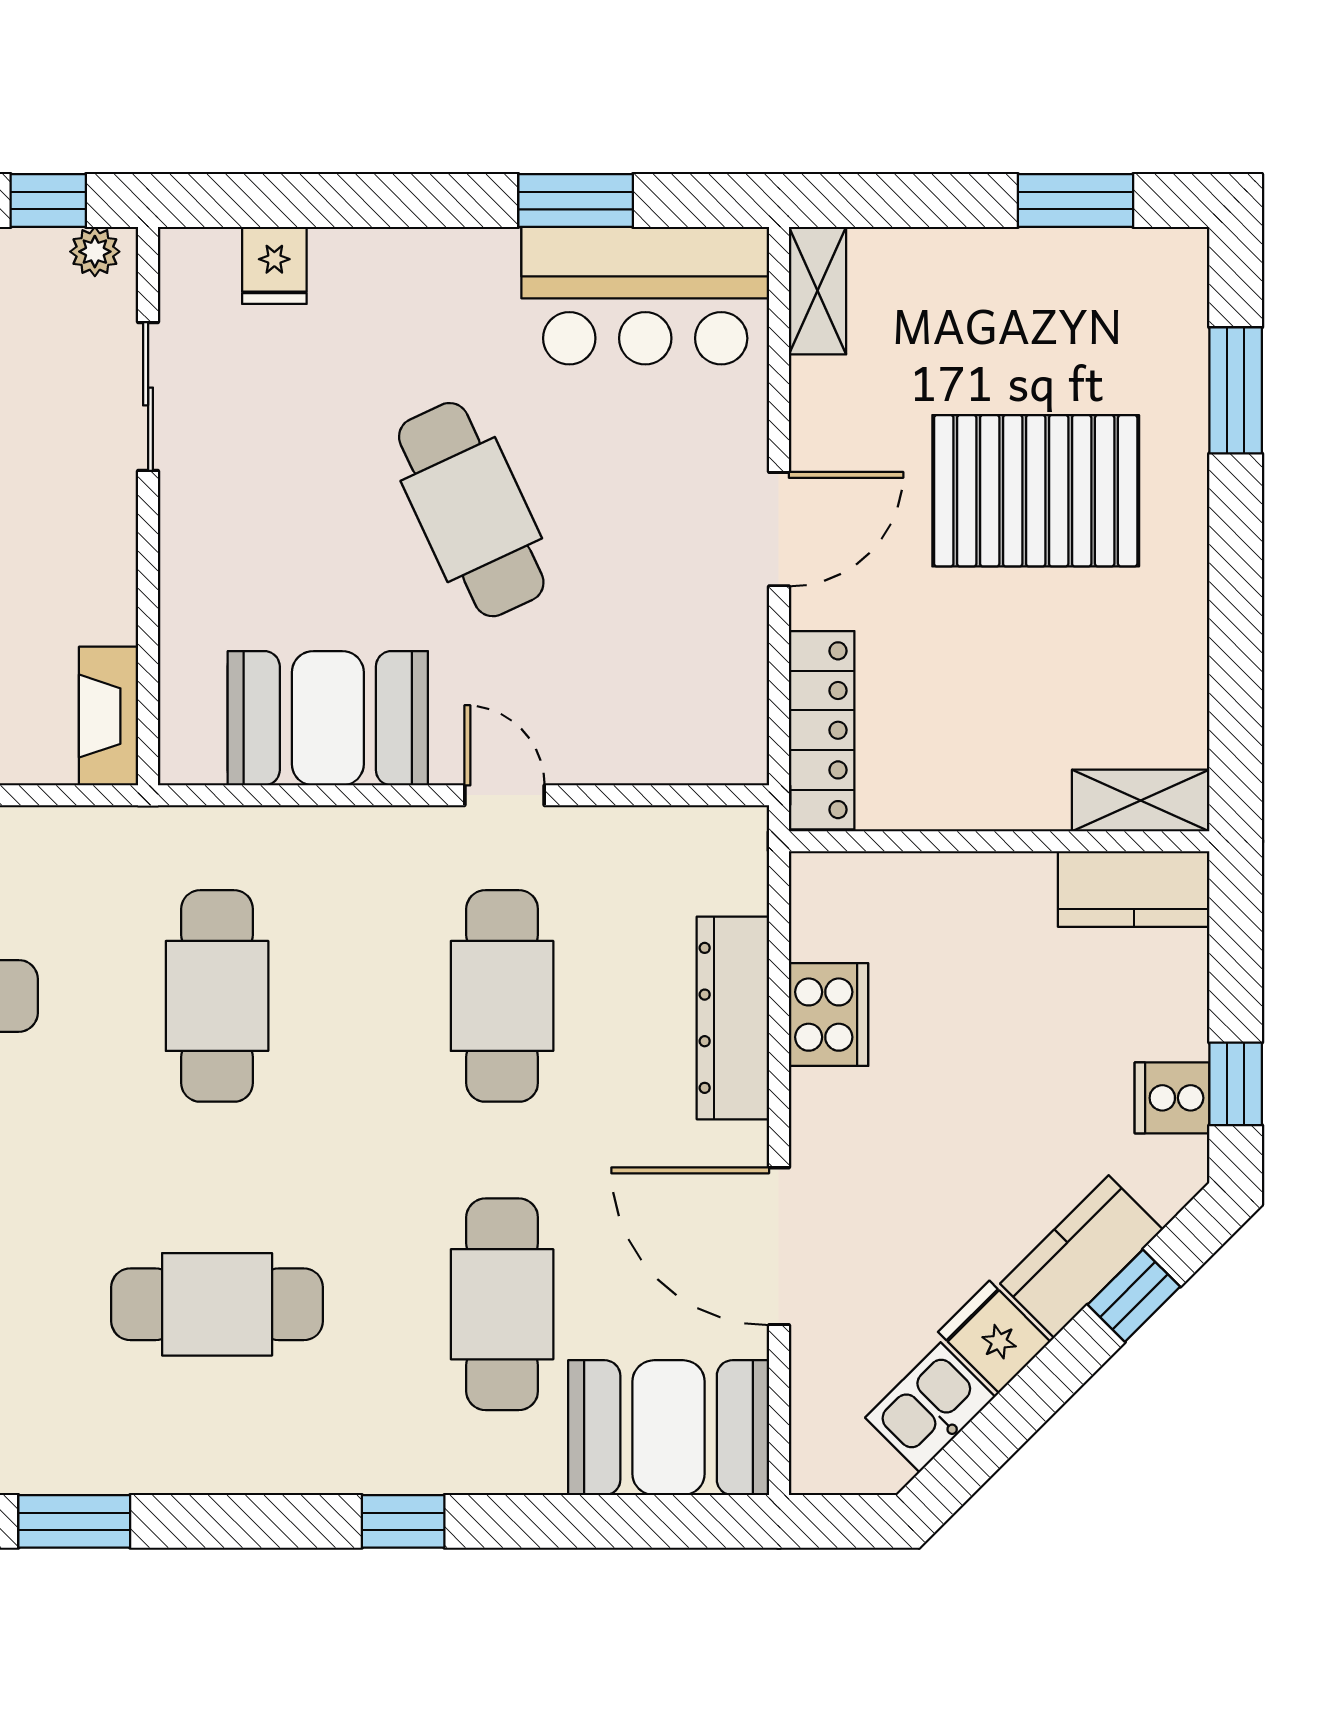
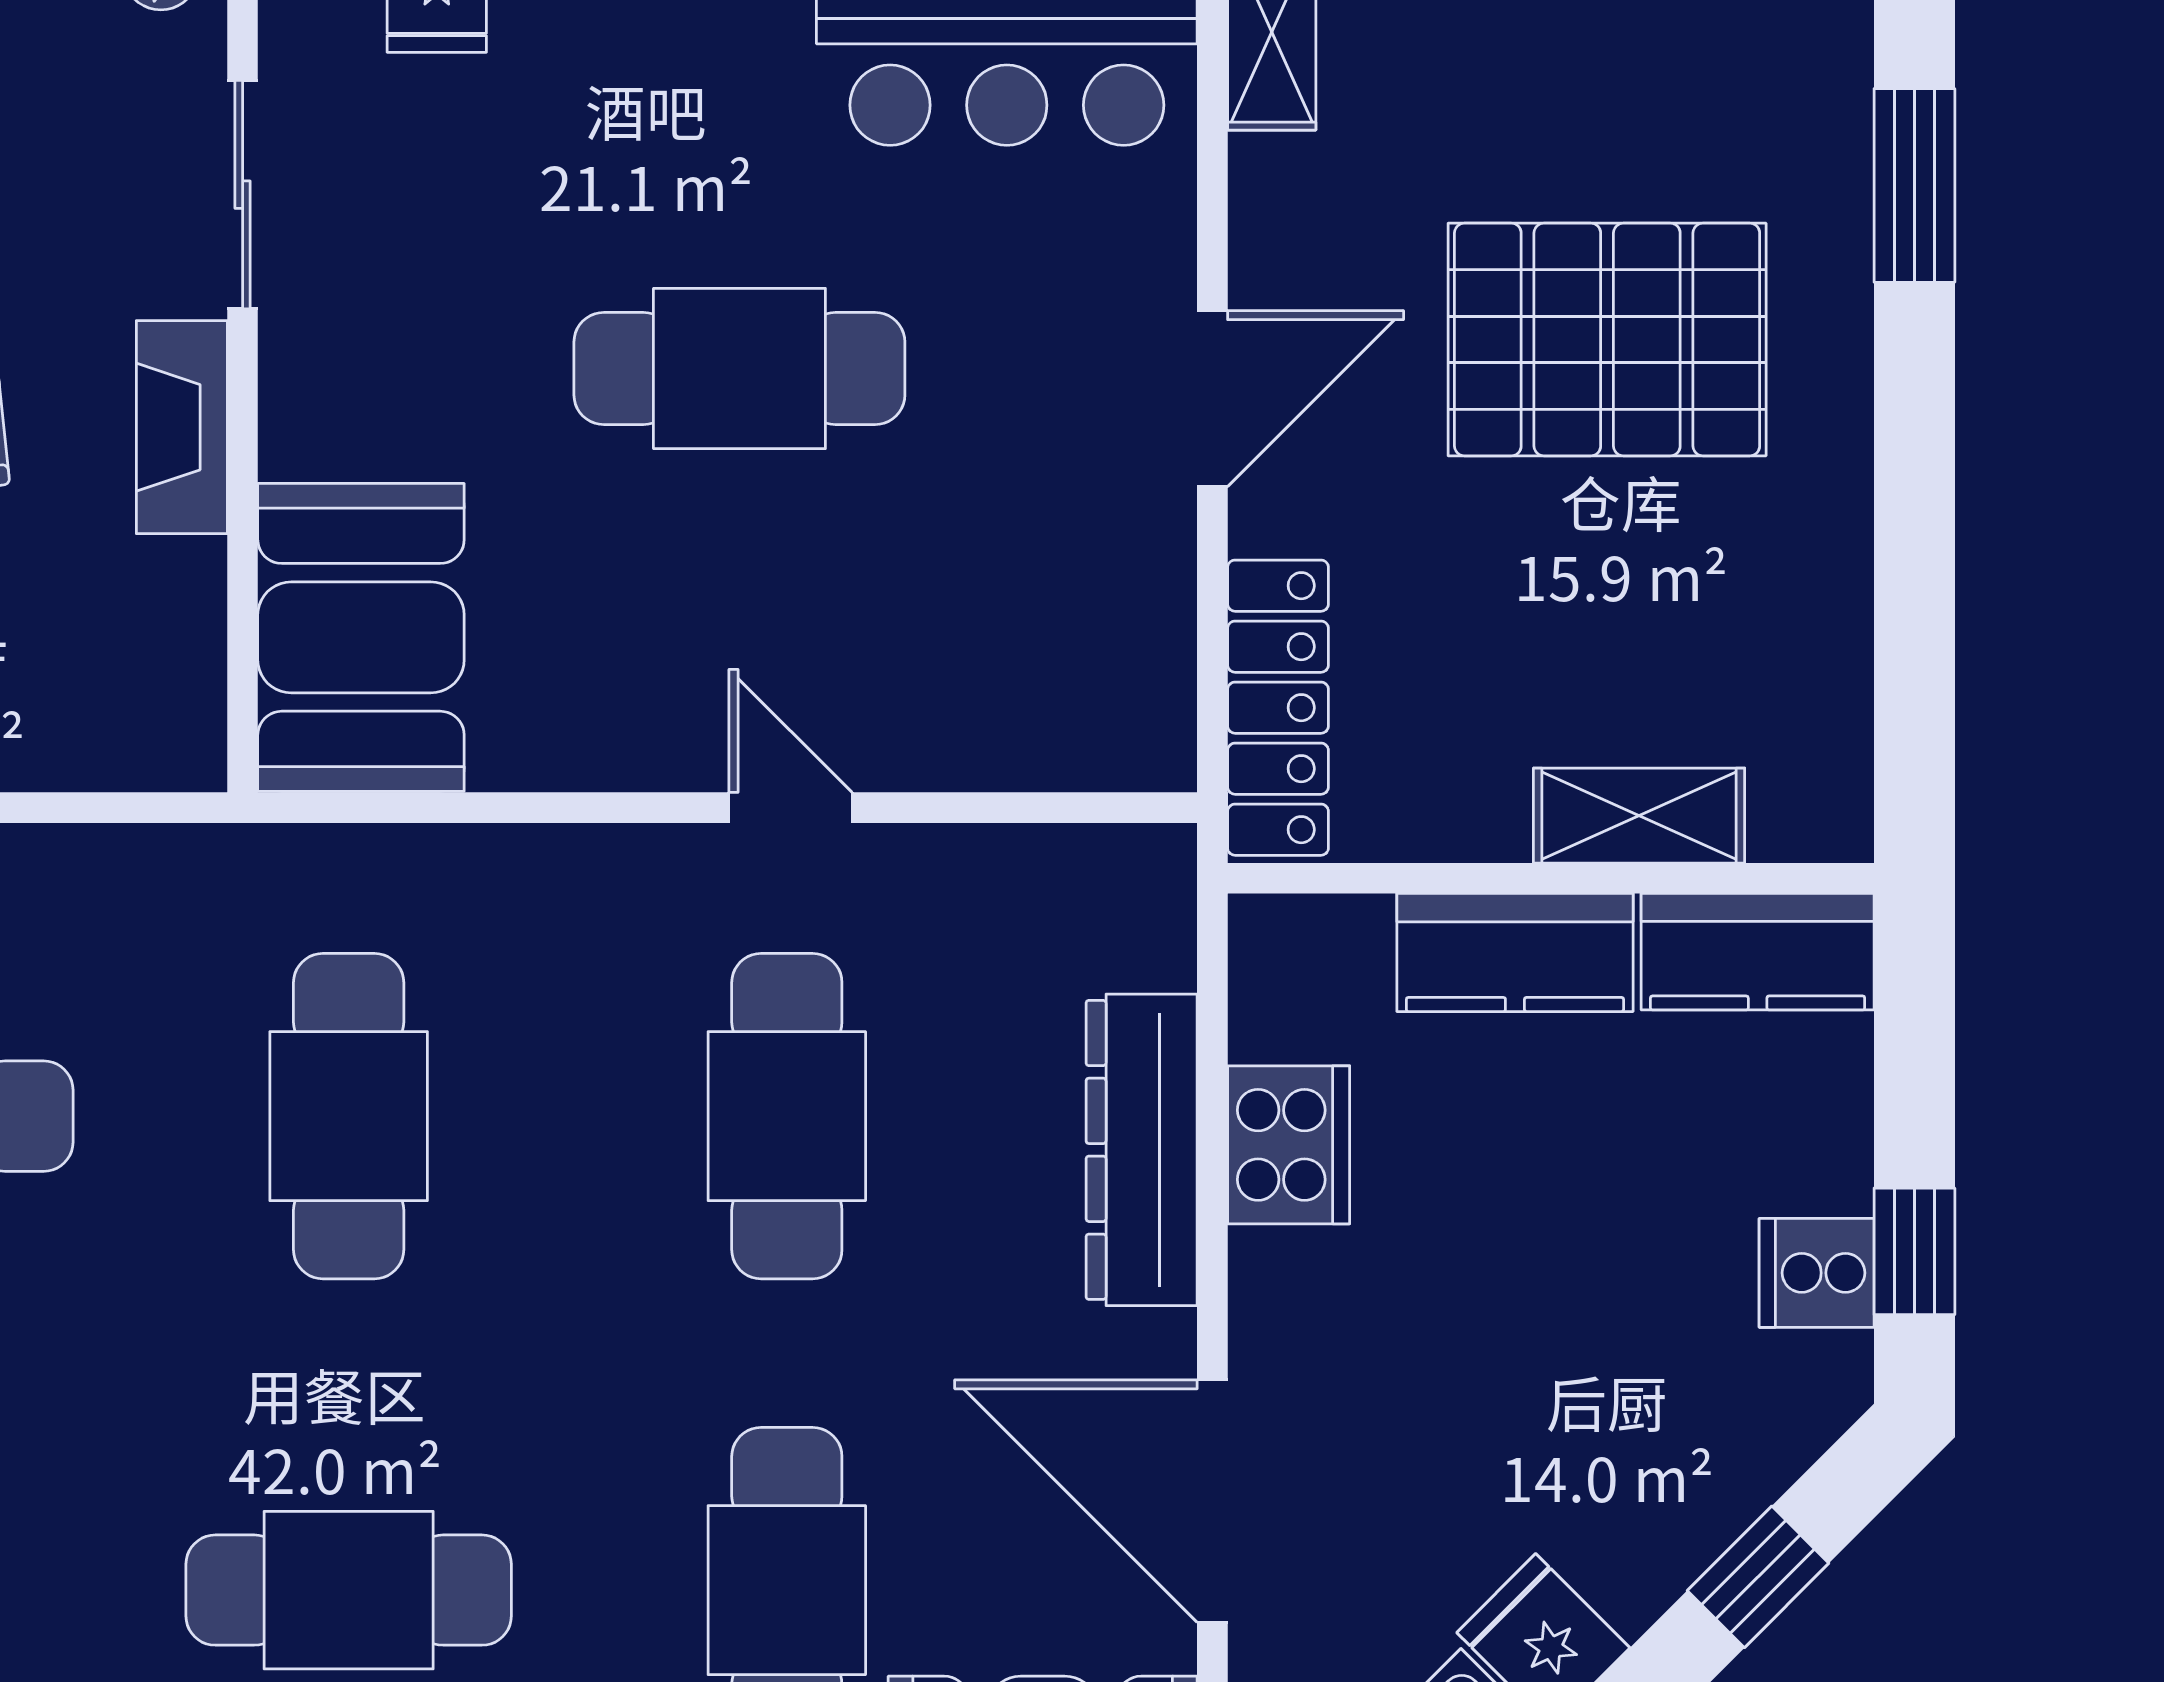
cafe table: (471, 510) -> (739, 368), turned -65
fireplace: (109, 716) -> (182, 427), moved
booth: (328, 718) -> (361, 637), moved, turned 90
shelving: (1141, 800) -> (1639, 816), moved
kitchen counter: (1081, 1257) -> (1515, 953), moved, turned -135

